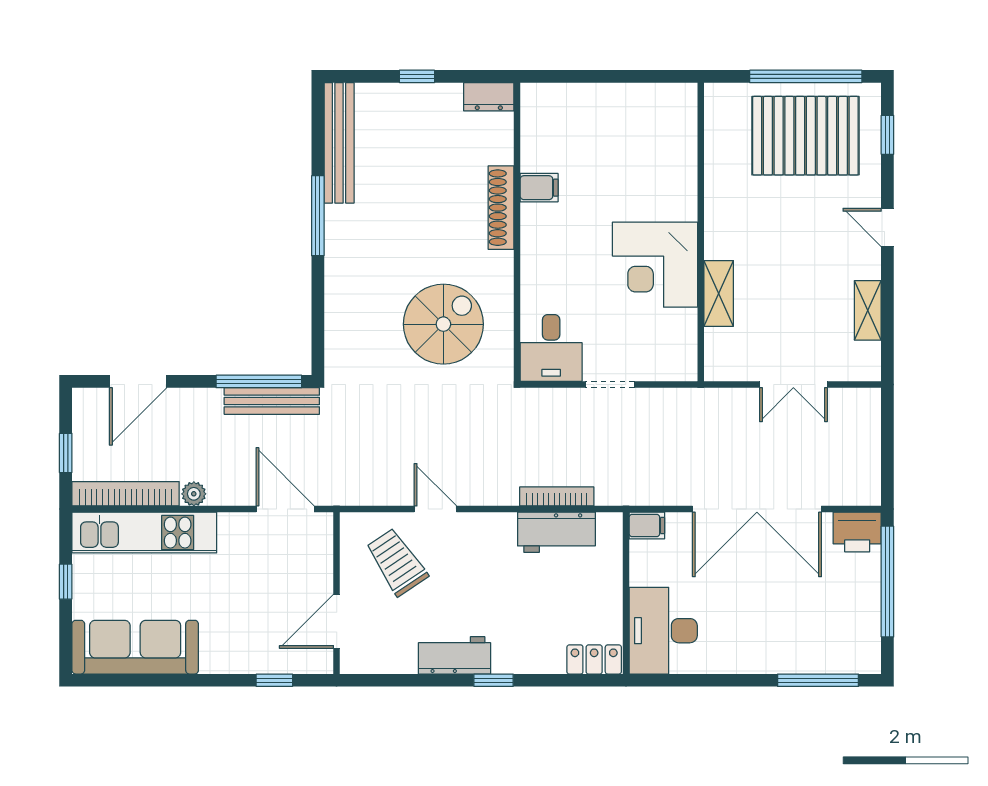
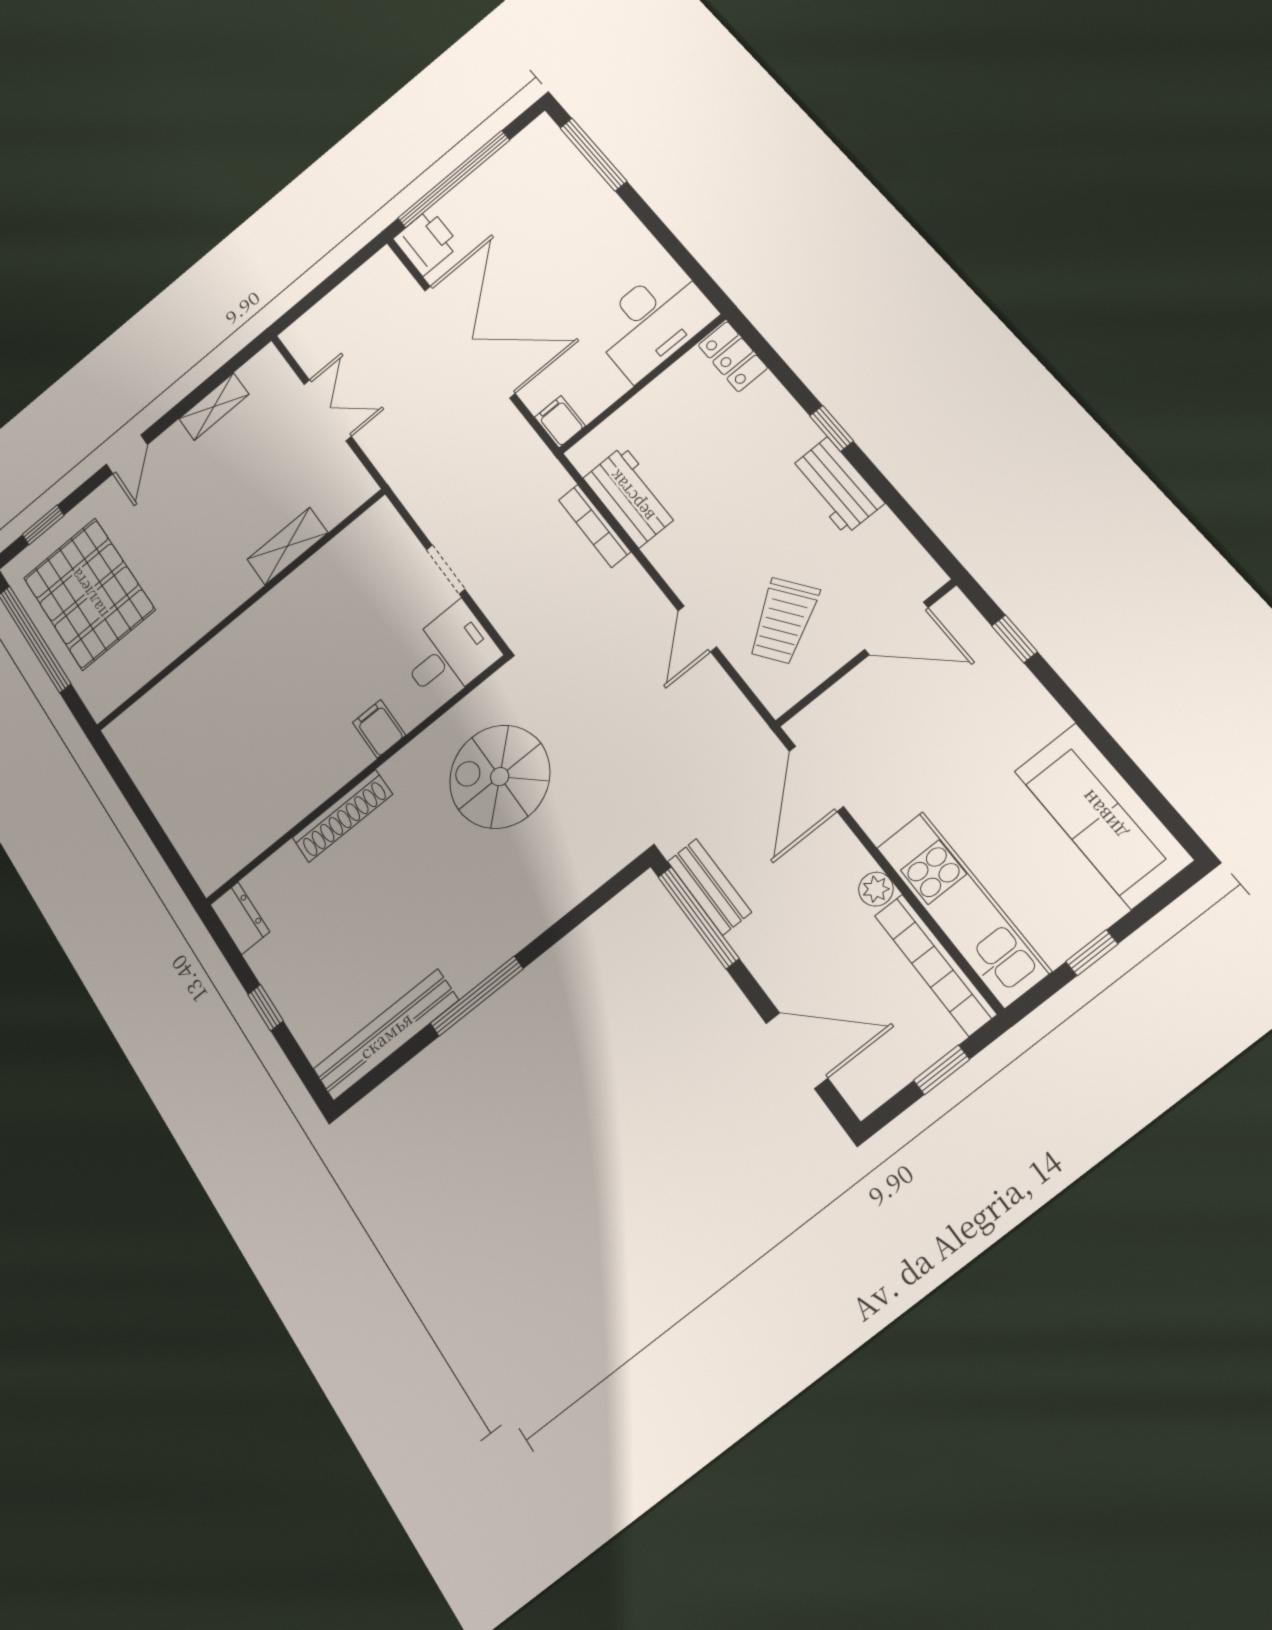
filing cabinet: (539, 188) -> (379, 729), moved
corner desk: (655, 265) -> (299, 625), removed
bench: (272, 401) -> (709, 887), width x0.73

